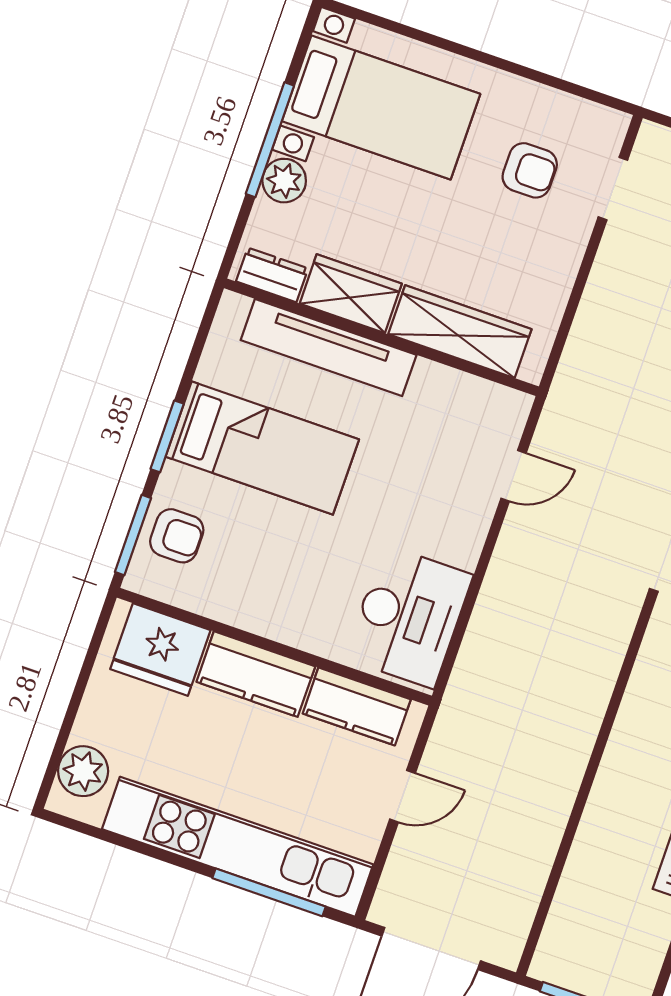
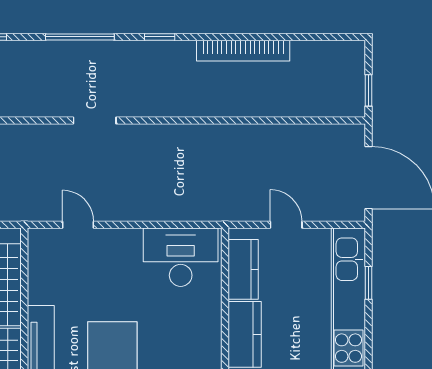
window: (269, 892) -> (369, 283), width x0.46

